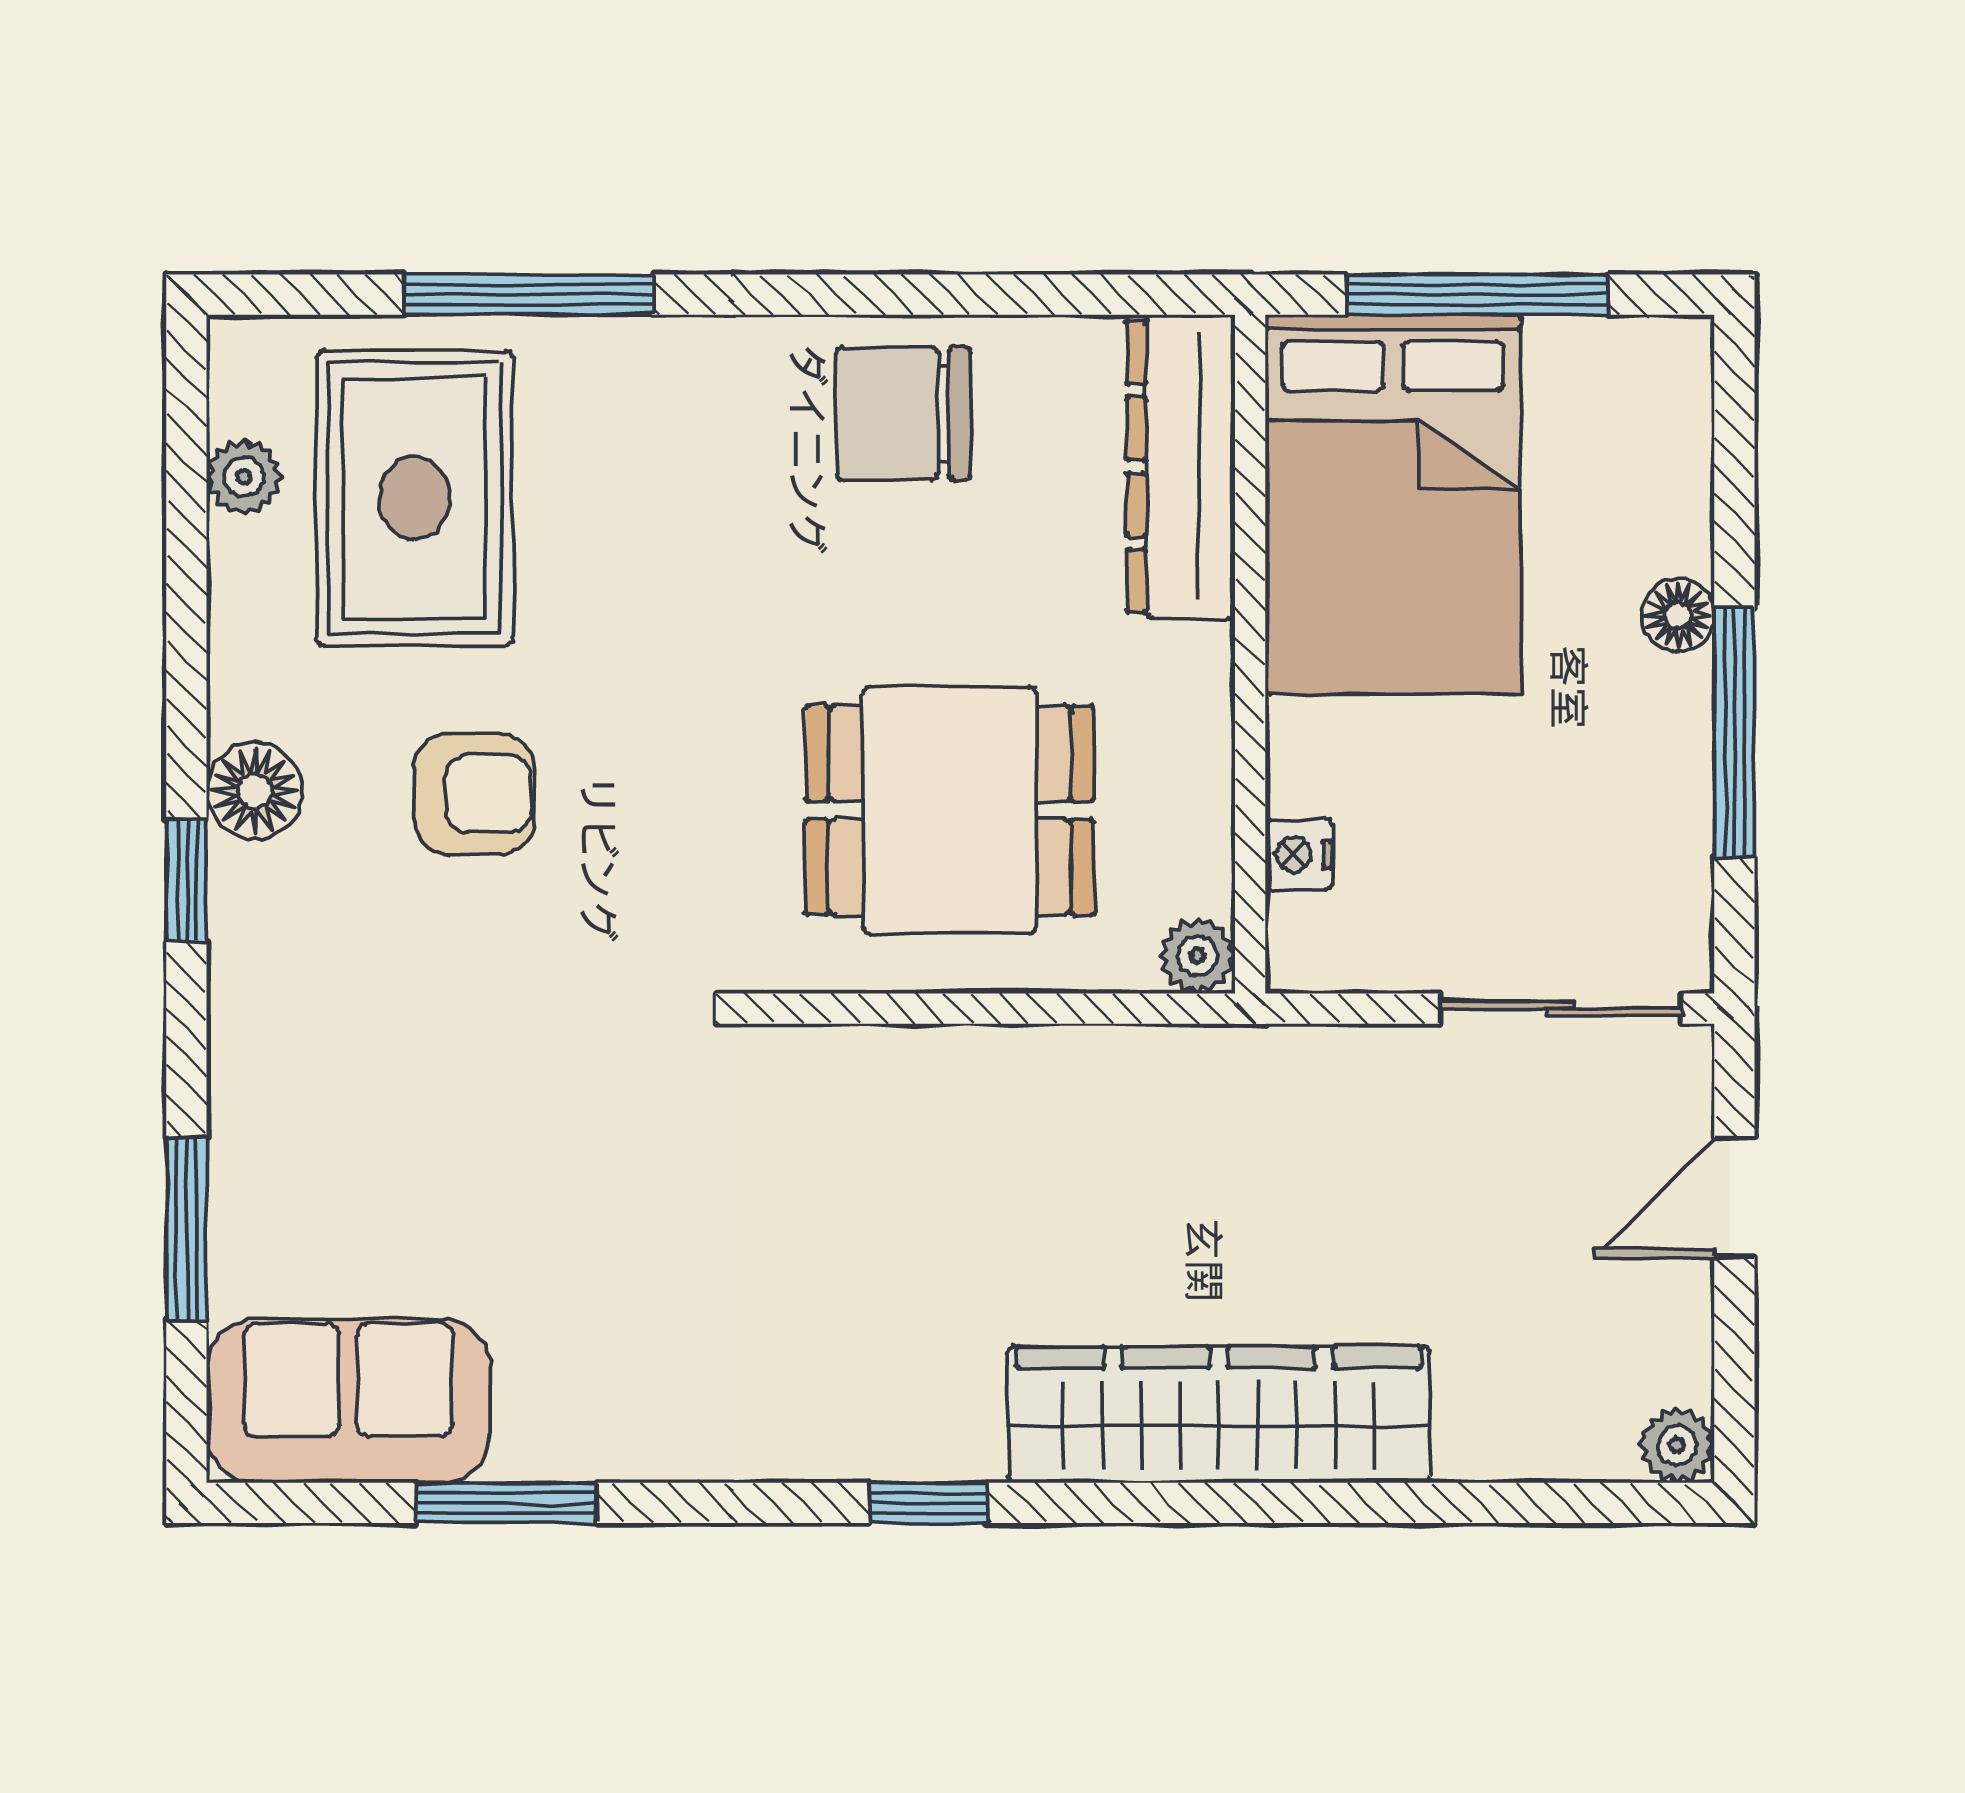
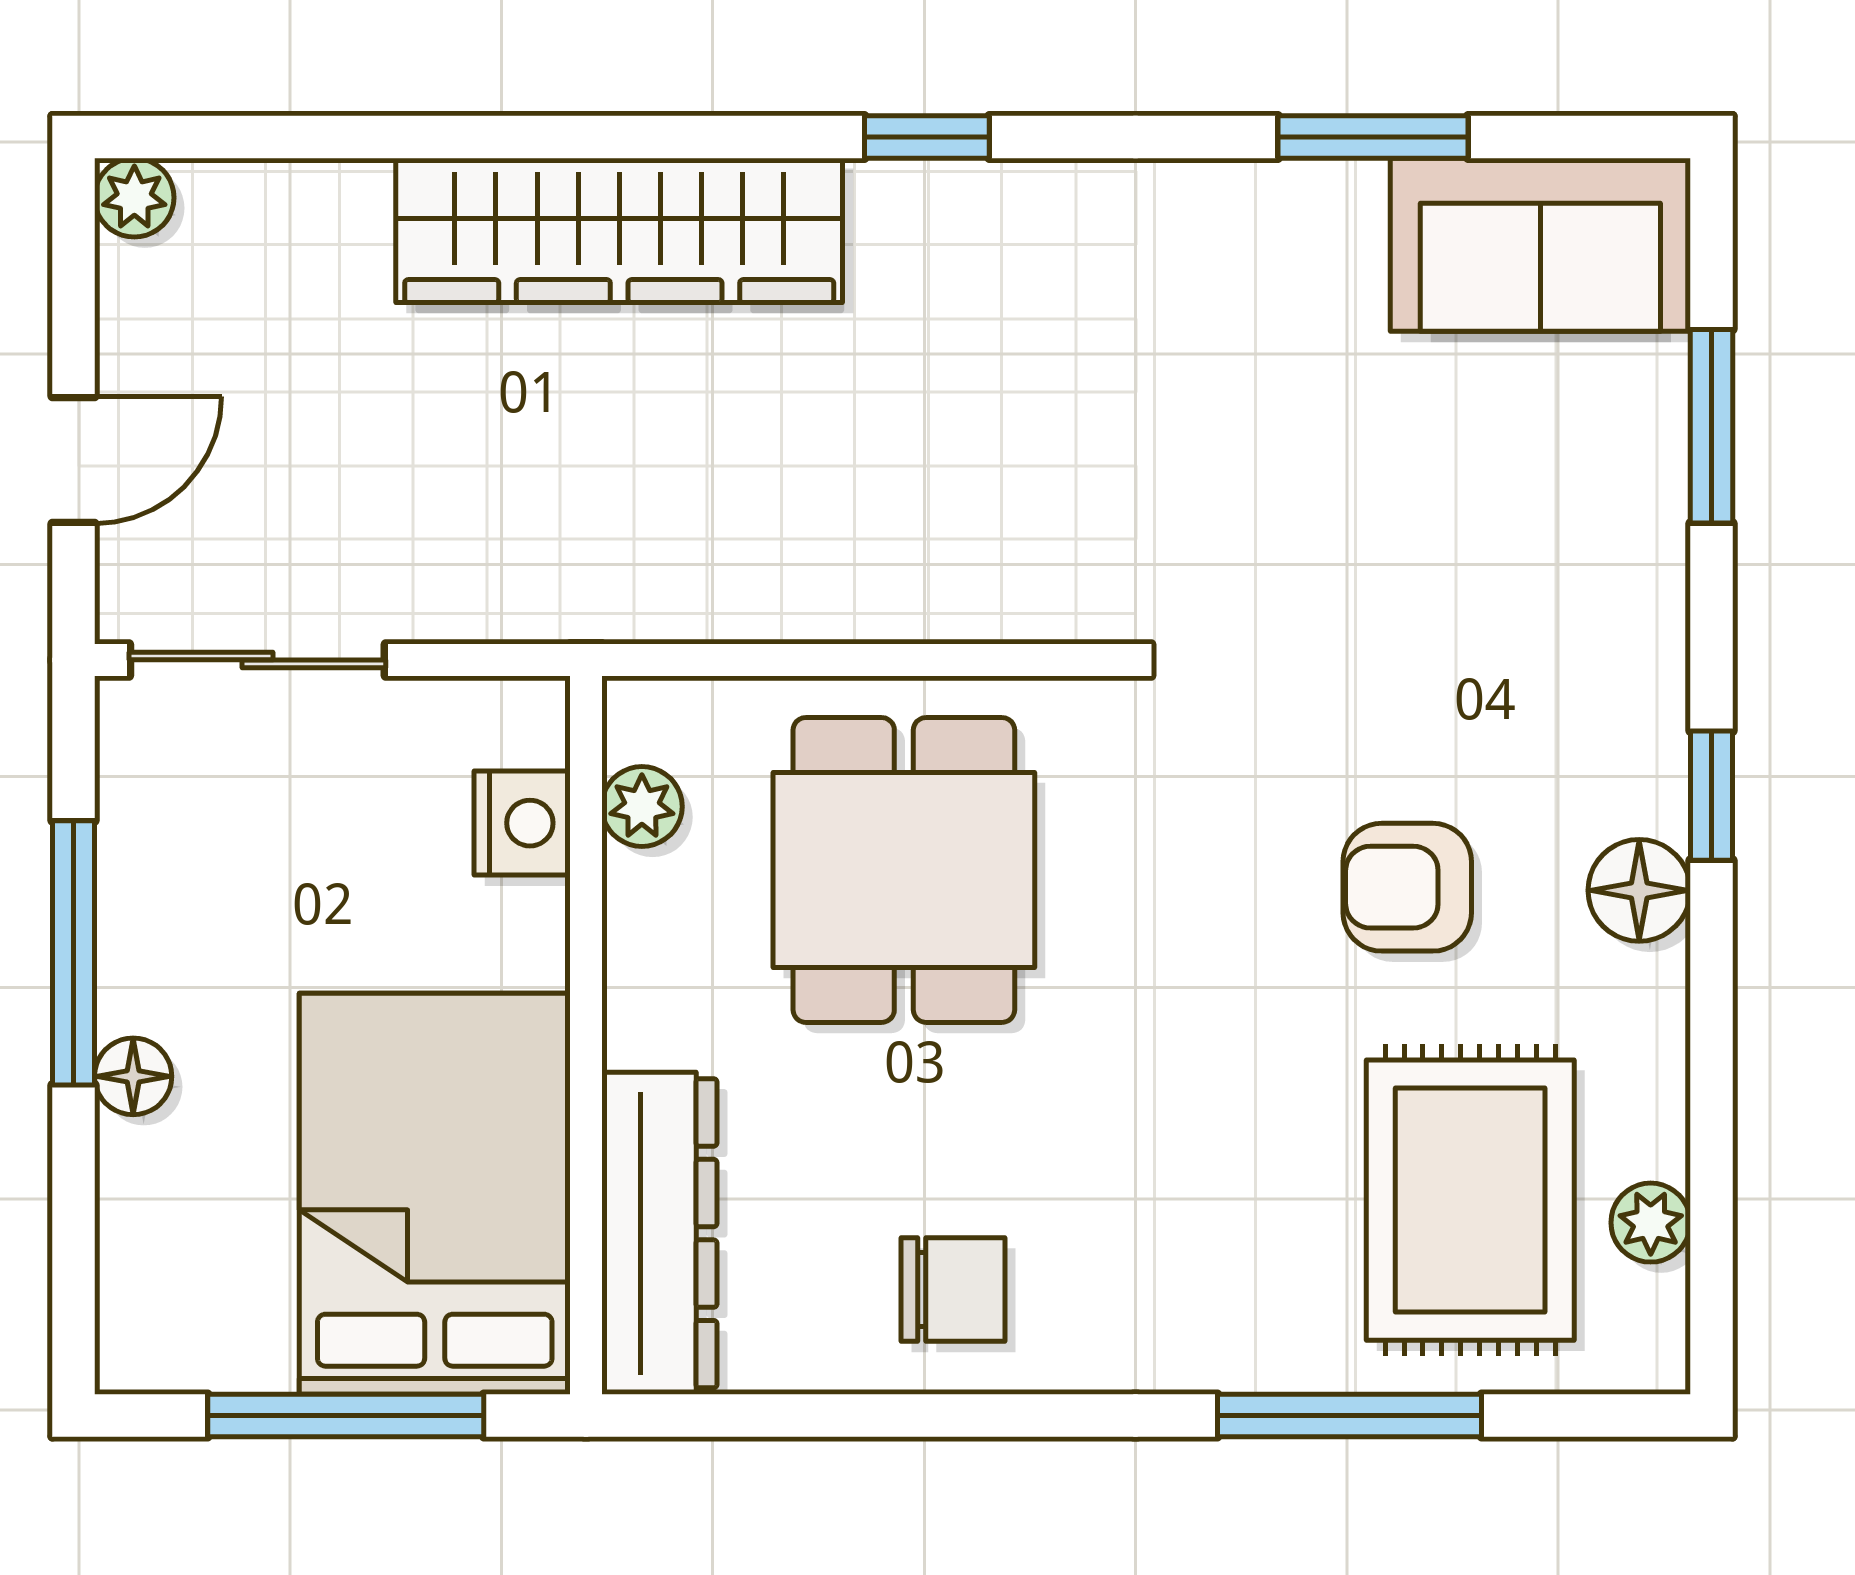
chair: (903, 414) -> (953, 1290), width x0.73, depth x0.73
dining table: (950, 810) -> (904, 870), turned 90
nightstand: (1299, 854) -> (522, 823), width x1.39, depth x1.35
plant: (1197, 956) -> (642, 807), moved

